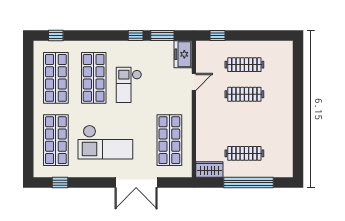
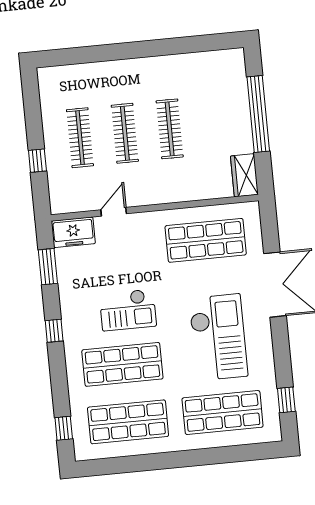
window: (136, 35) -> (54, 331), moved
window: (218, 35) -> (37, 161), moved
door: (194, 82) -> (114, 212), hinge flipped
clothes rail: (244, 153) -> (170, 129), moved

